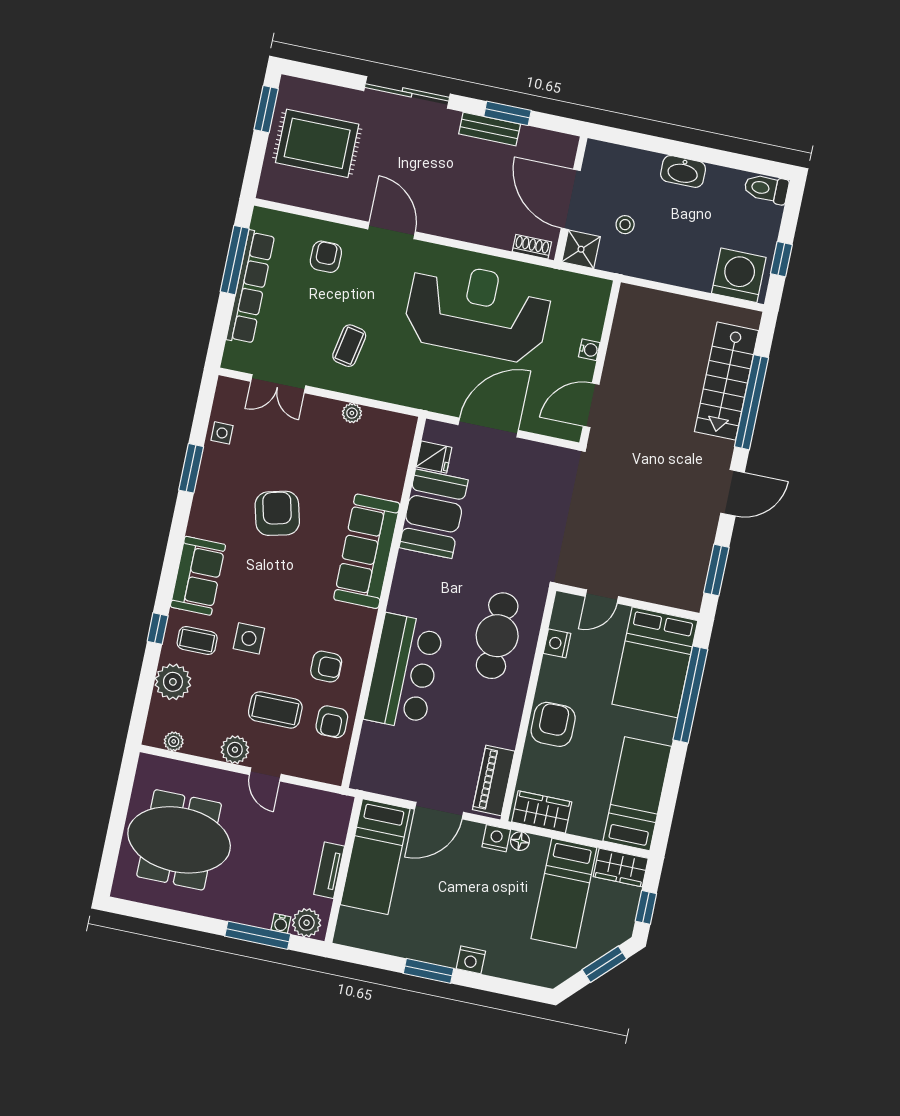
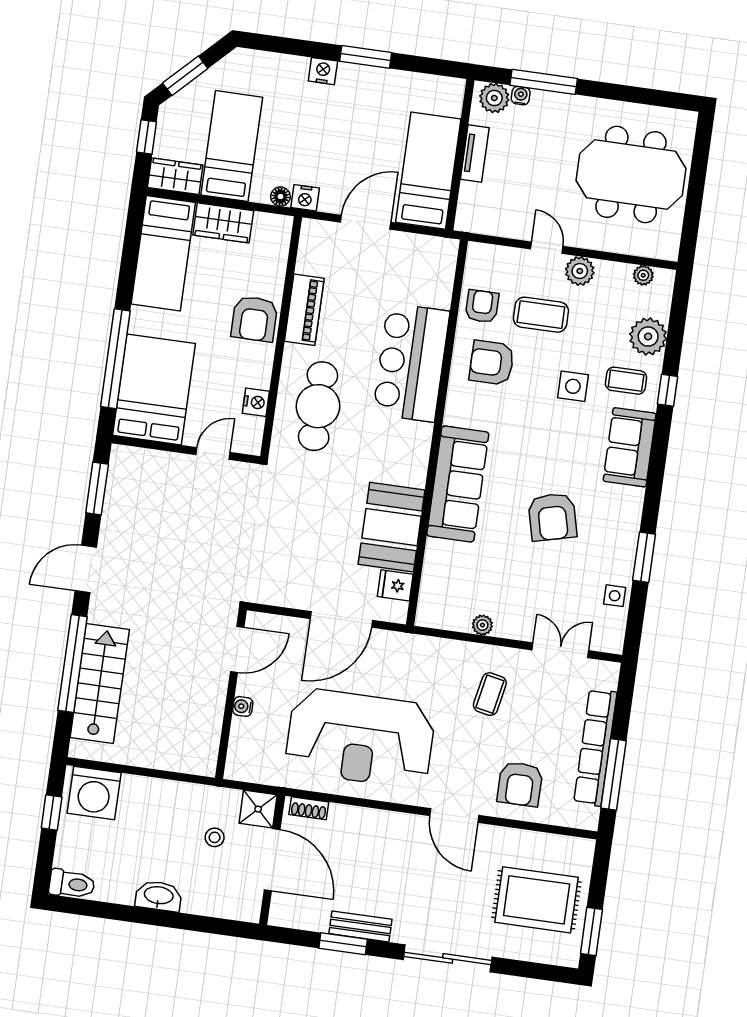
armchair: (326, 257) -> (520, 784), width x1.38, depth x1.38
armchair: (326, 667) -> (492, 363), width x1.38, depth x1.38
piano: (494, 780) -> (304, 310), moved
wardrobe: (542, 812) -> (223, 223), moved

